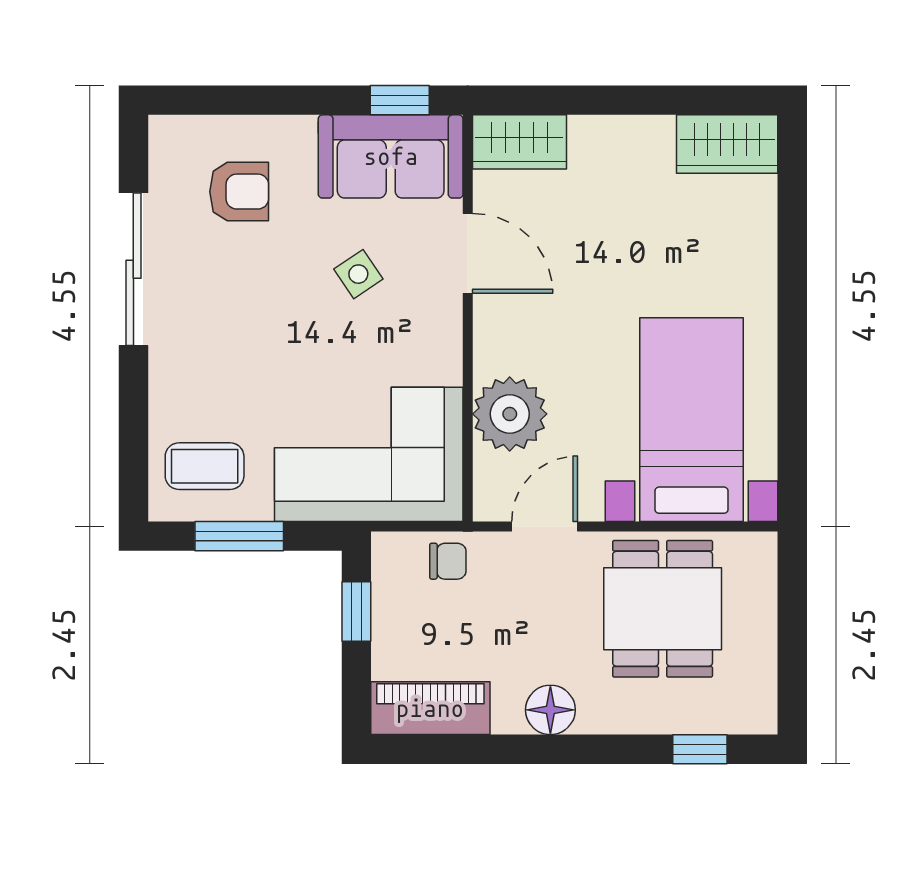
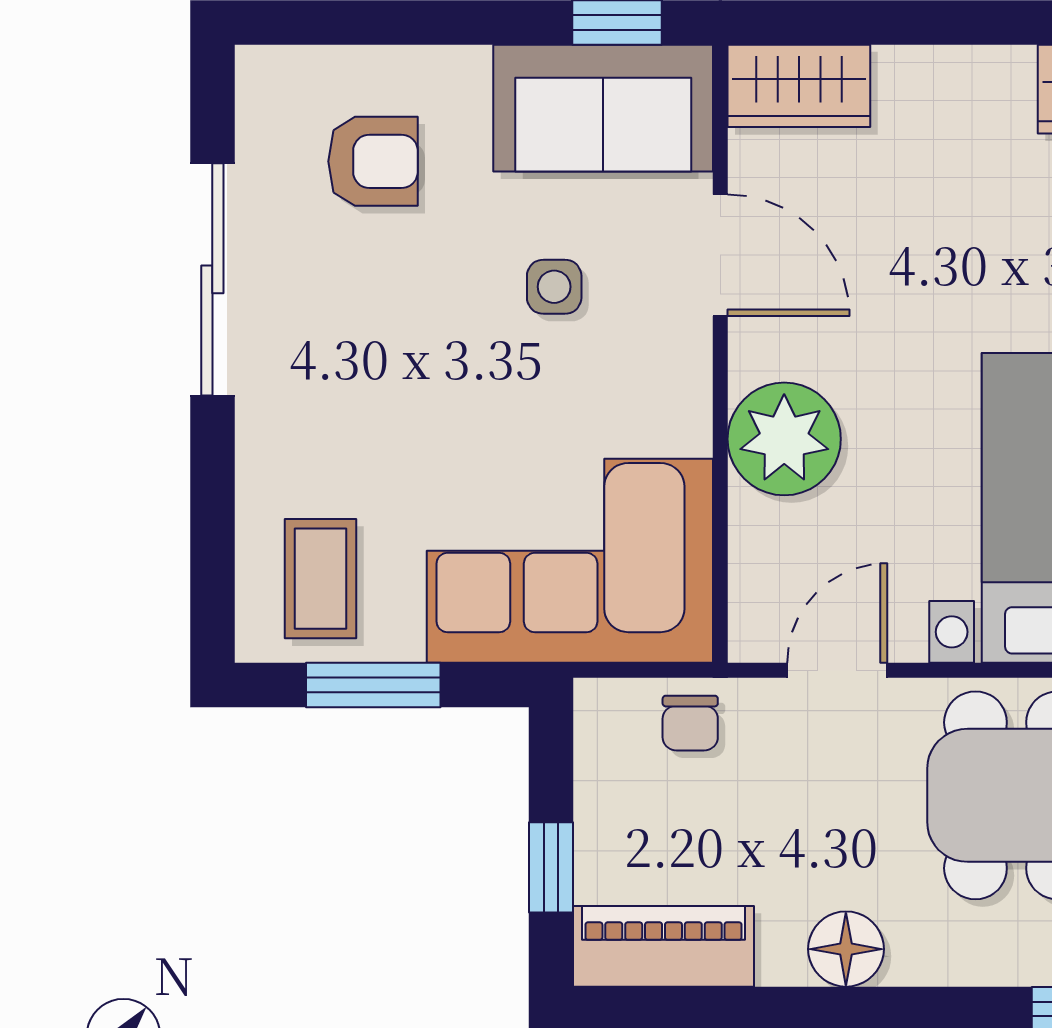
side table: (358, 274) -> (554, 287), turned 34
plant: (510, 414) -> (784, 439), moved
coffee table: (205, 466) -> (320, 579), turned 90
chair: (448, 561) -> (690, 723), turned 90
window: (356, 611) -> (551, 867), moved

